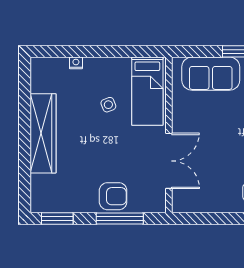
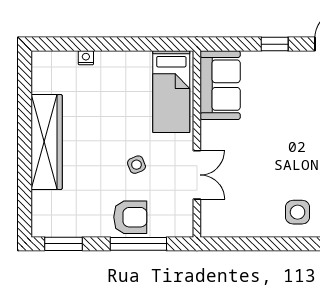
sofa: (211, 74) -> (220, 85), moved, turned -90
side table: (108, 105) -> (136, 165), moved
double door: (169, 161) -> (197, 175), width x0.73

